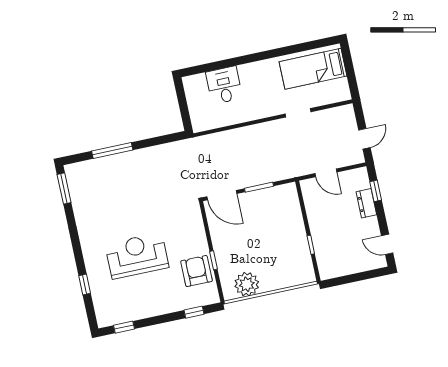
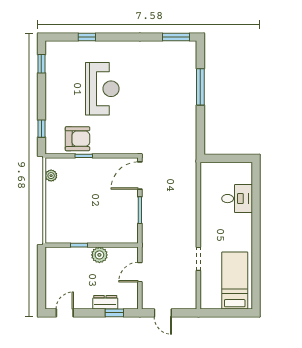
plant: (317, 221) -> (99, 255), added
plant: (247, 284) -> (51, 176), width x0.53, depth x0.53

